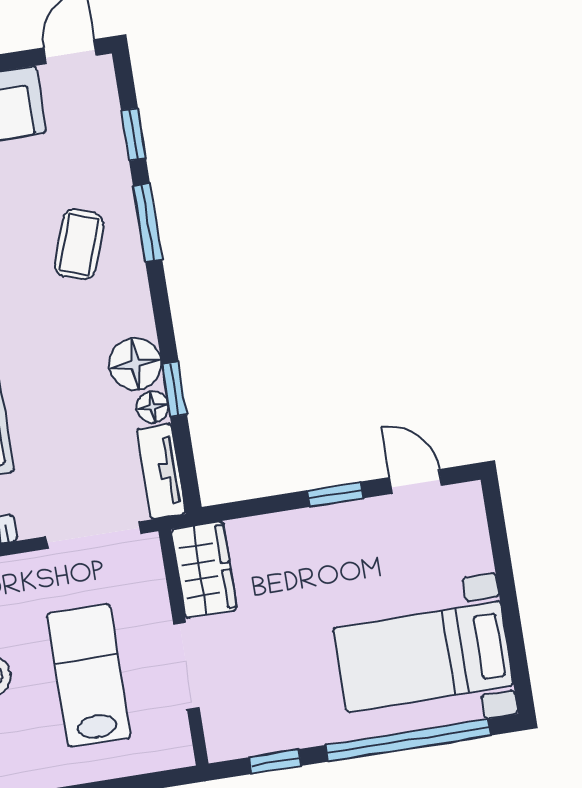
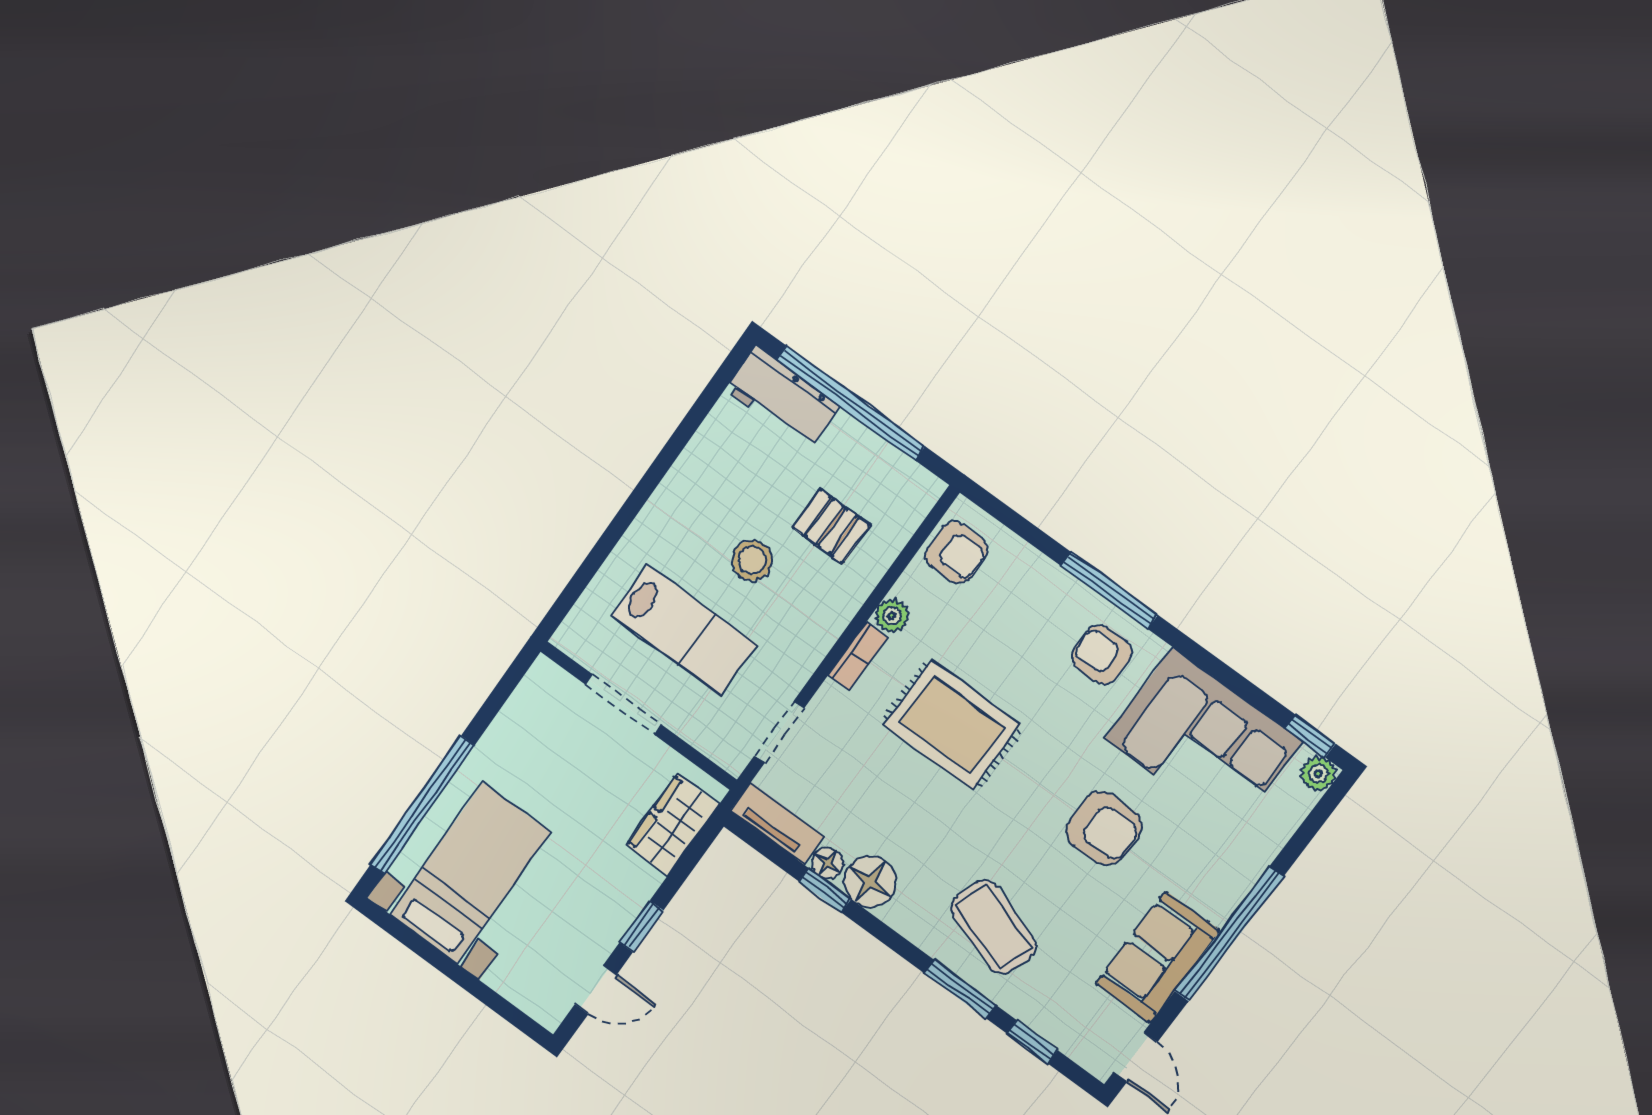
coffee table: (79, 244) -> (993, 927), width x1.36, depth x1.30
doorway: (93, 535) -> (779, 732), width x0.73
wardrobe: (204, 570) -> (672, 825), moved, turned 90
window: (275, 761) -> (497, 699), removed

